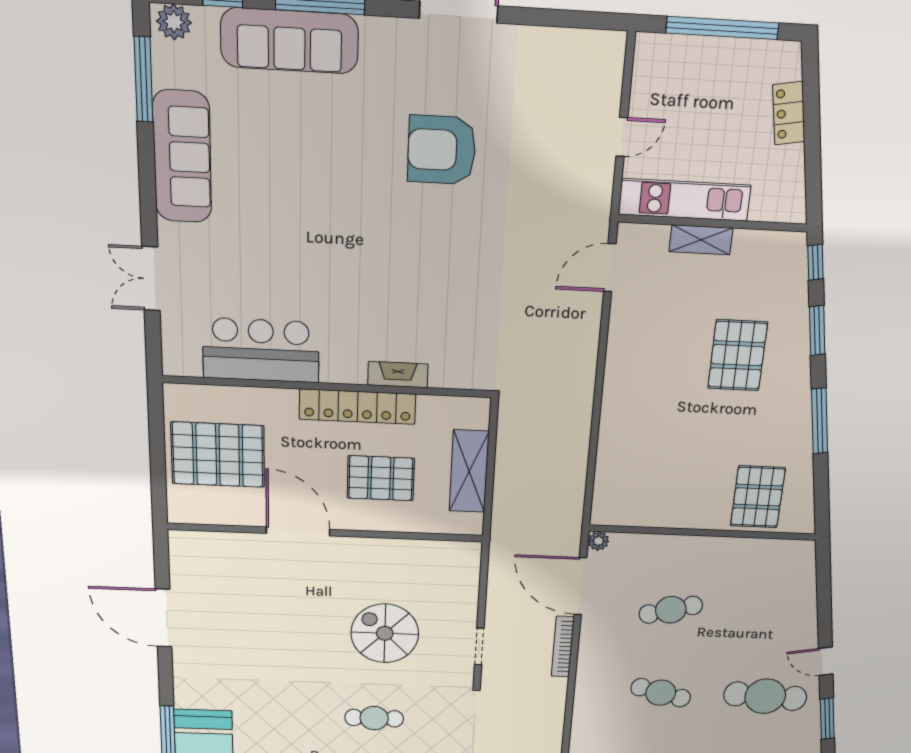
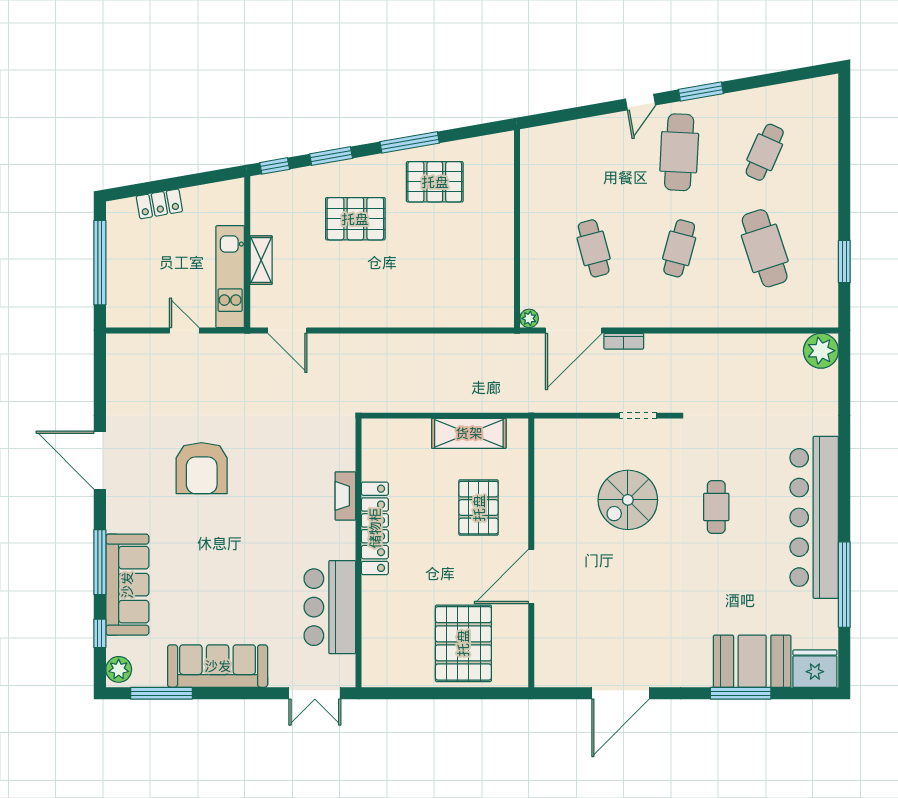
bar counter: (261, 350) -> (330, 607), moved
fireplace: (398, 375) -> (345, 496), moved
wall: (328, 387) -> (359, 553), moved
locker: (357, 407) -> (375, 528), moved
pallet: (758, 497) -> (435, 182), moved
bookcase: (563, 647) -> (624, 341), width x0.64

